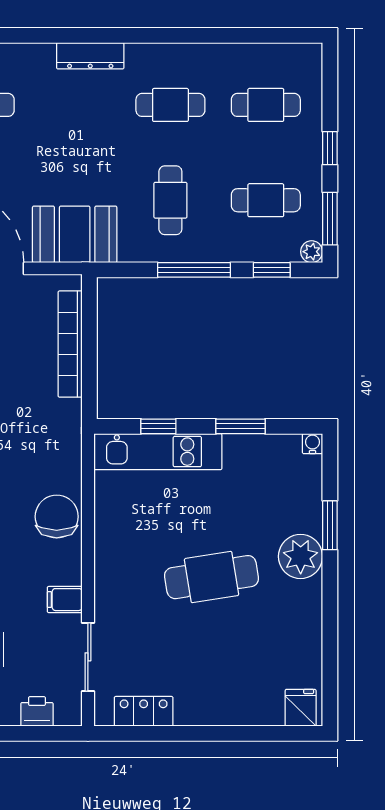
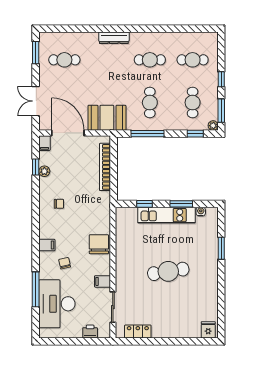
cafe table: (266, 200) -> (193, 103), turned 90
window: (194, 270) -> (148, 134), moved
water cooler: (312, 444) -> (201, 212), moved
kitchen unit: (158, 452) -> (166, 215), moved
plant: (301, 556) -> (208, 262), removed

